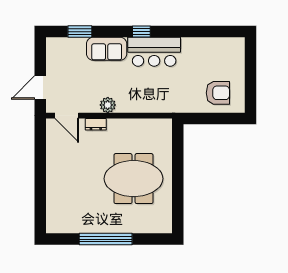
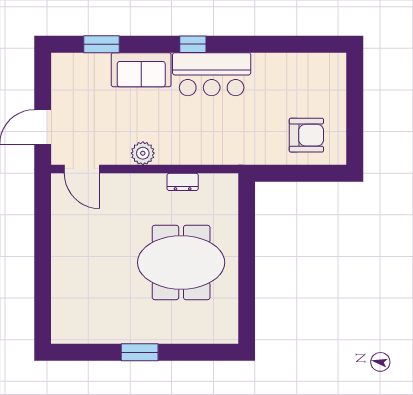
dresser: (96, 124) -> (183, 182), moved
window: (106, 239) -> (140, 352), width x0.47

